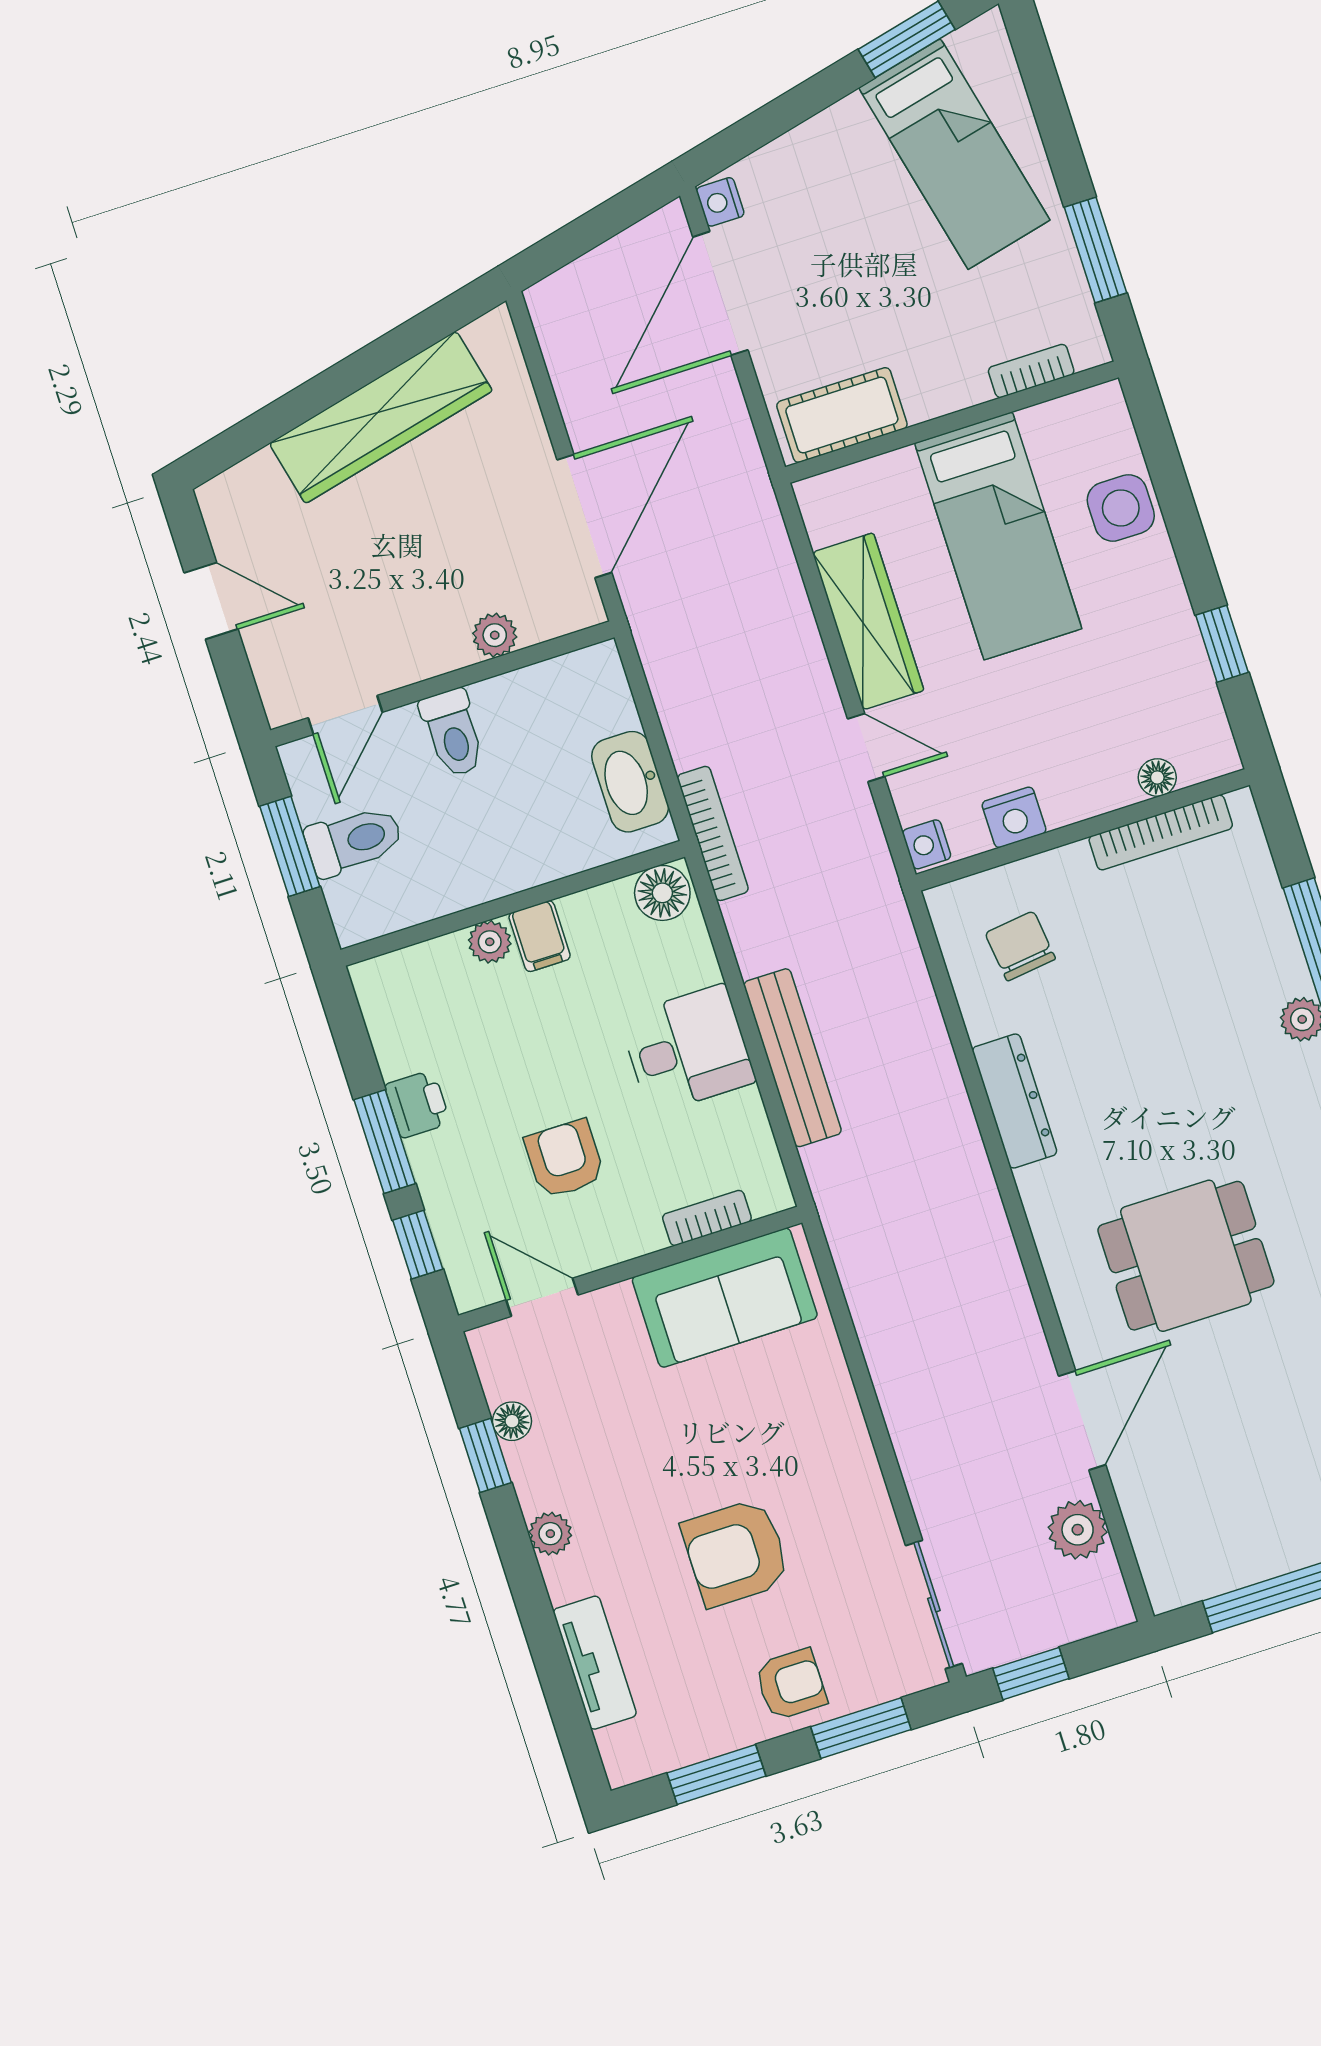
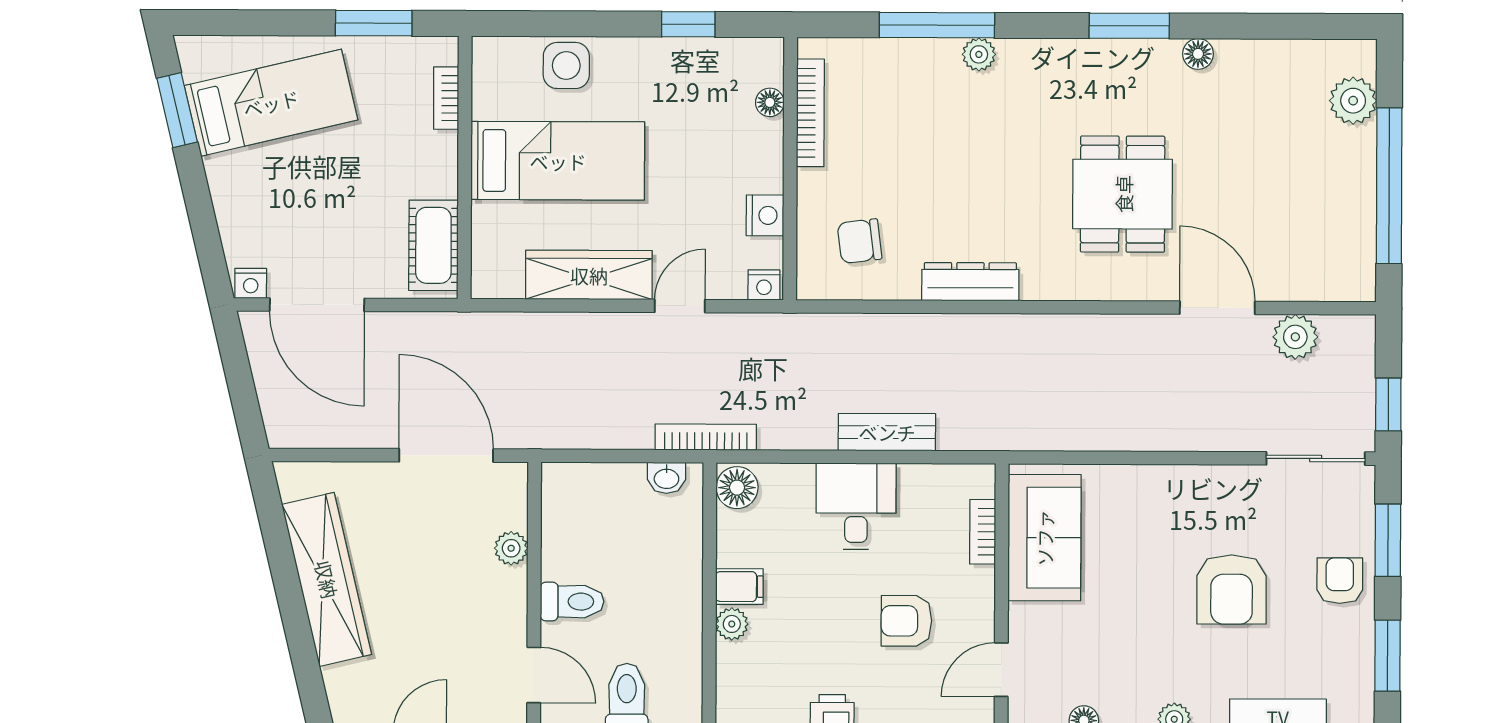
washbasin: (630, 782) -> (666, 478), width x0.52, depth x0.69
bench: (793, 1058) -> (887, 432), width x0.73

